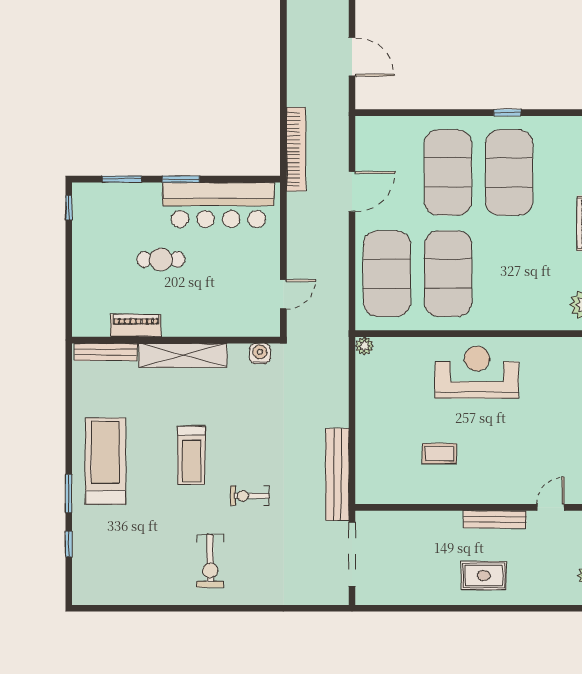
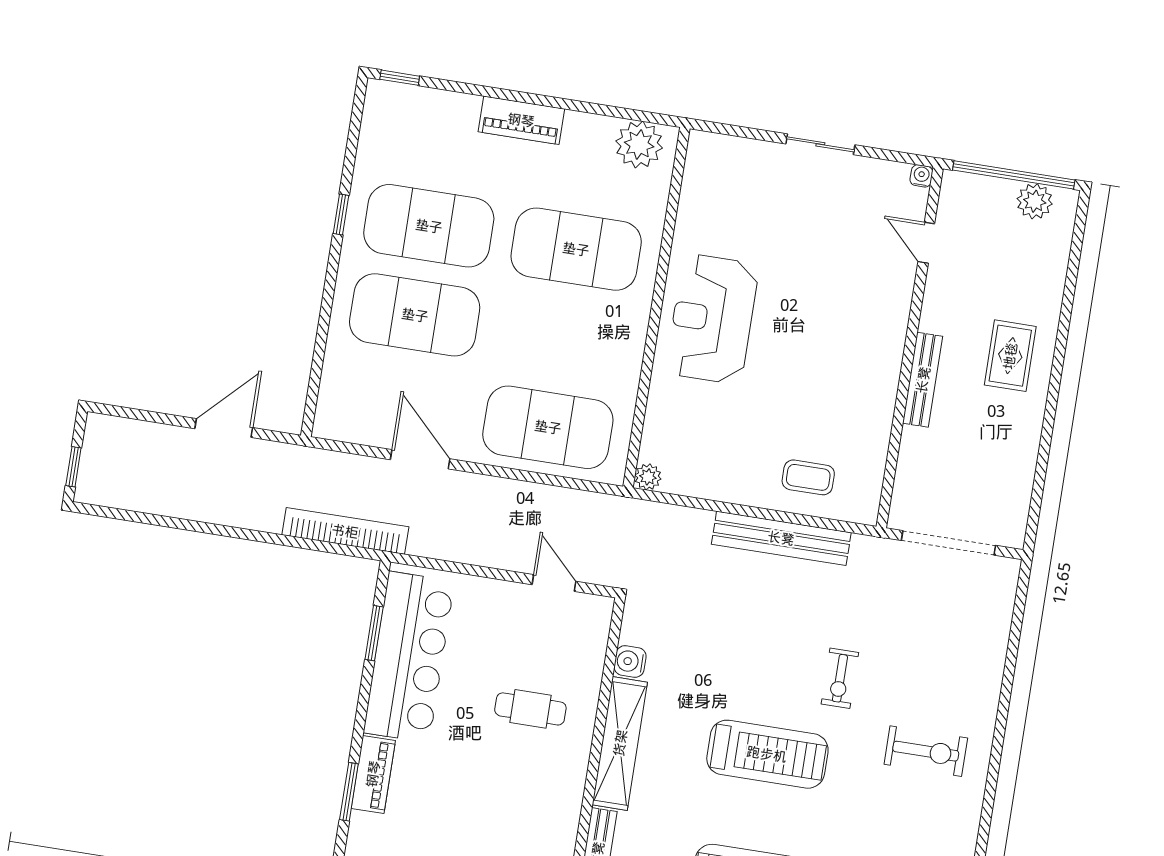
window: (181, 179) -> (374, 633), moved
cafe table: (161, 259) -> (530, 709), moved, turned 90
exercise mat: (448, 274) -> (576, 249), moved
piano: (136, 326) -> (373, 774), moved, turned 180
water cooler: (260, 353) -> (630, 661), moved
coffee table: (439, 454) -> (808, 477), moved, turned 90
treadmill: (191, 455) -> (767, 754), width x1.37, depth x1.38
bench: (337, 474) -> (781, 538), moved
bench: (495, 519) -> (923, 380), moved

